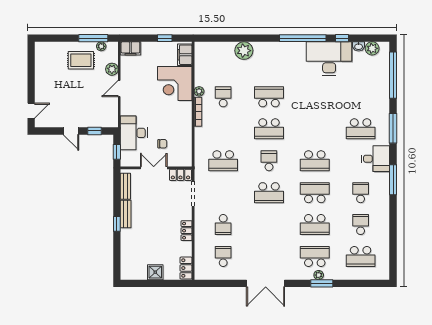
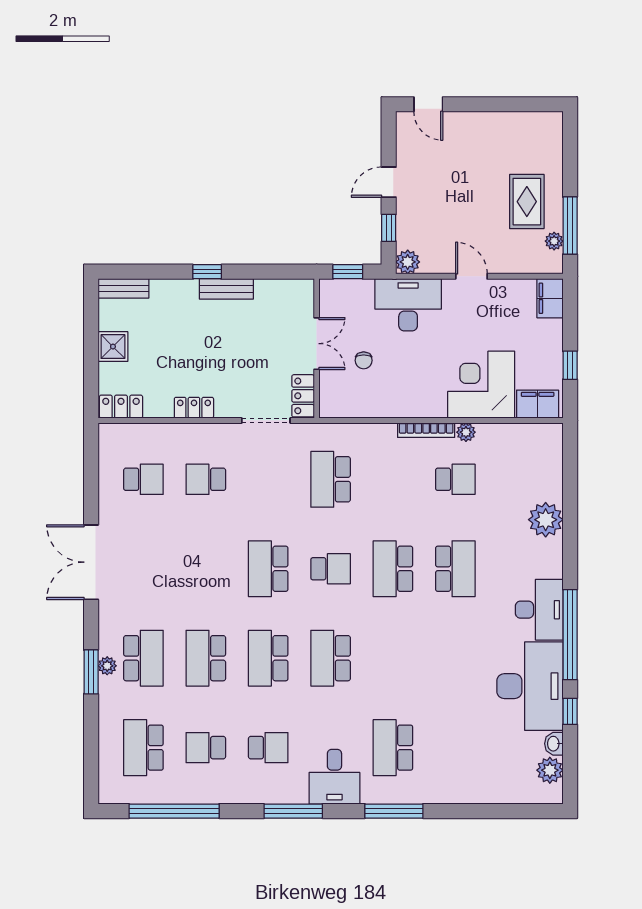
desk: (290, 54) -> (539, 610), added
plant: (112, 69) -> (408, 262), moved
window: (393, 75) -> (174, 811), moved
desk: (134, 133) -> (408, 305), moved
bench: (125, 186) -> (123, 288), moved
school desk: (315, 193) -> (268, 658), turned 180
school desk: (361, 225) -> (206, 748), turned 180

